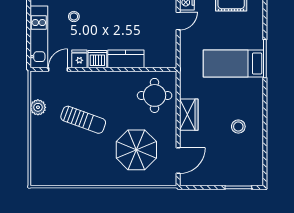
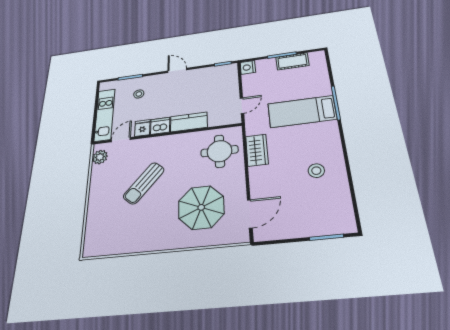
door: (178, 21) -> (242, 106), moved
plant: (38, 107) -> (100, 157), moved
wardrobe: (189, 115) -> (257, 150), moved
sun lounger: (83, 120) -> (144, 183), turned 111

